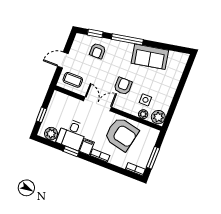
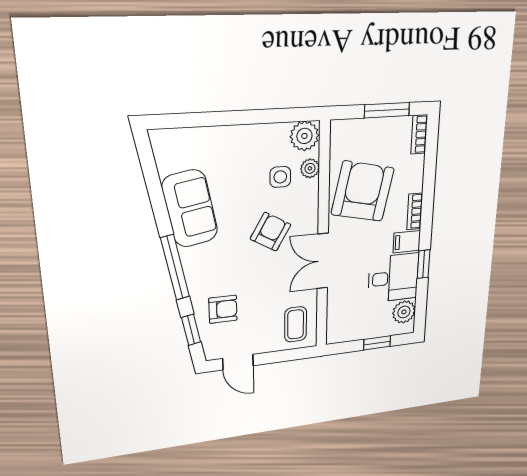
door: (63, 60) -> (238, 362), moved
armchair: (123, 86) -> (271, 232), turned 120

